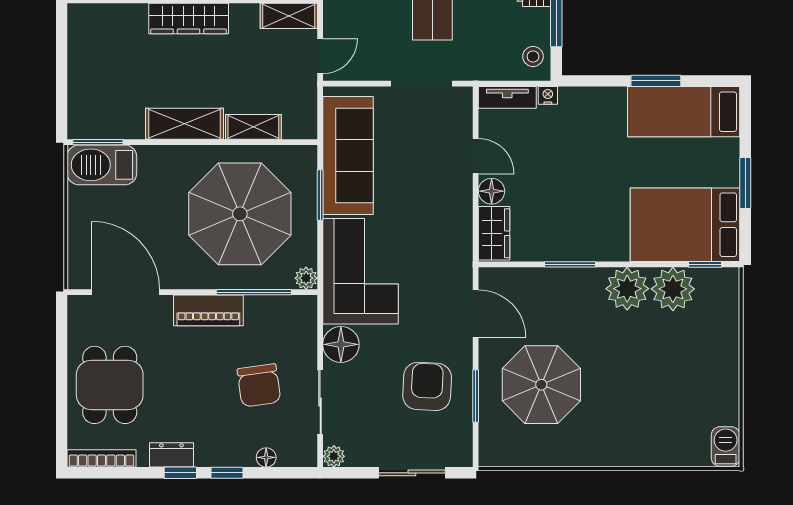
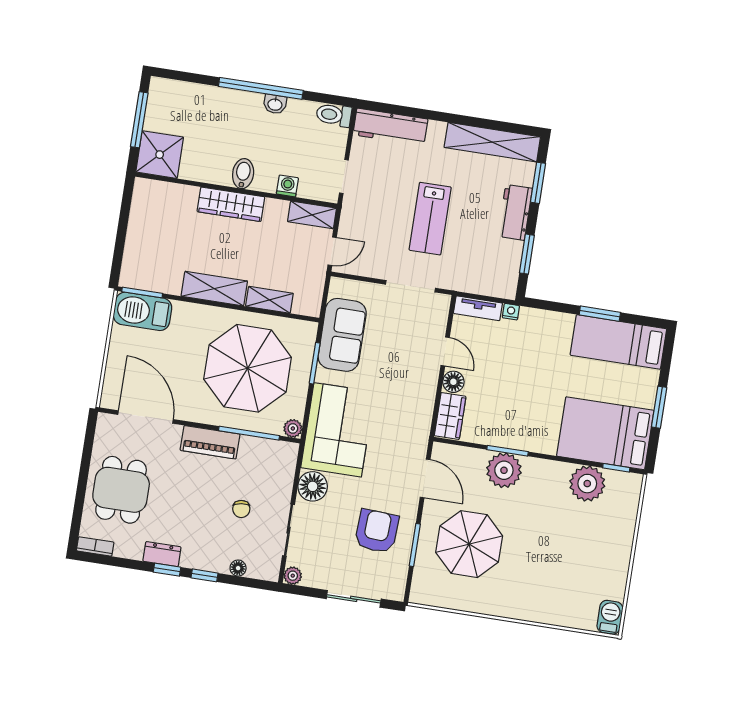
stool: (533, 56) -> (504, 278), removed
sofa: (348, 155) -> (342, 335), width x0.73
plant: (627, 289) -> (504, 470), moved
chair: (259, 385) -> (241, 509), width x0.54, depth x0.54
bookcase: (101, 458) -> (95, 546), width x0.64

